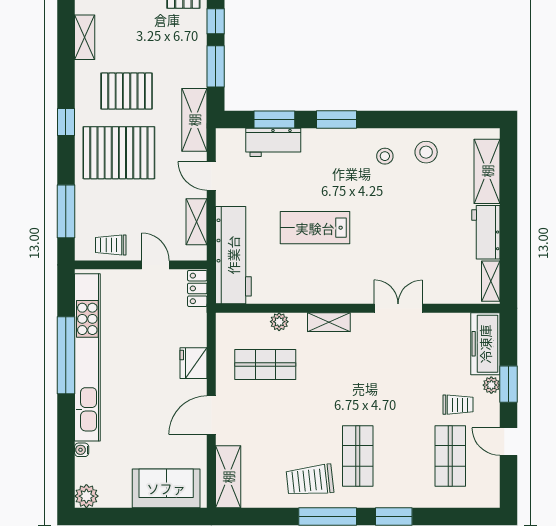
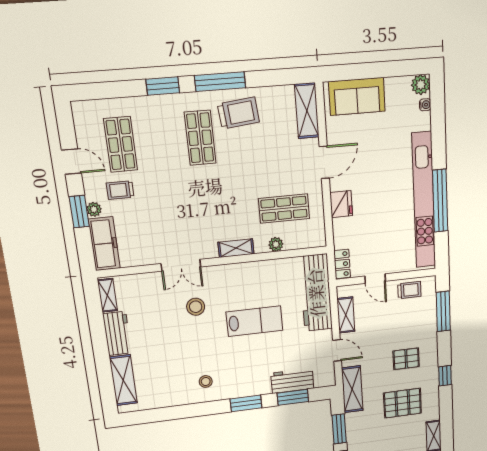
stool: (426, 152) -> (196, 307), moved
pallet: (119, 153) -> (406, 359), width x0.49, depth x0.50
water cooler: (82, 450) -> (425, 105), moved

